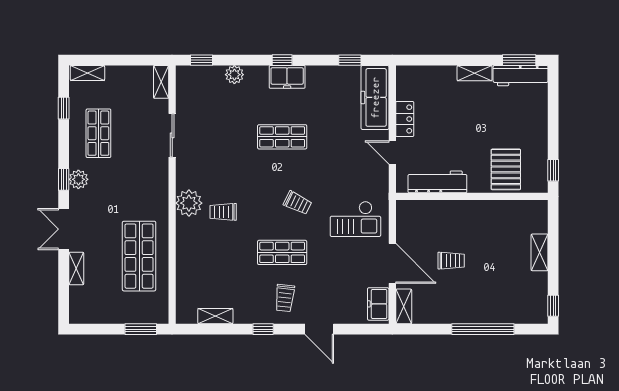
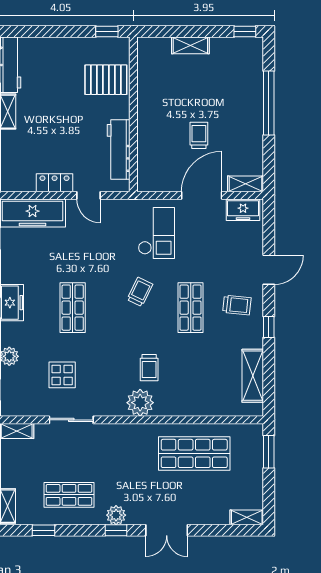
display table: (216, 126) -> (62, 375), added
door: (392, 152) -> (89, 195), hinge flipped
shelving: (76, 268) -> (247, 517), moved
shelving: (215, 316) -> (253, 376), width x1.50, depth x1.33

